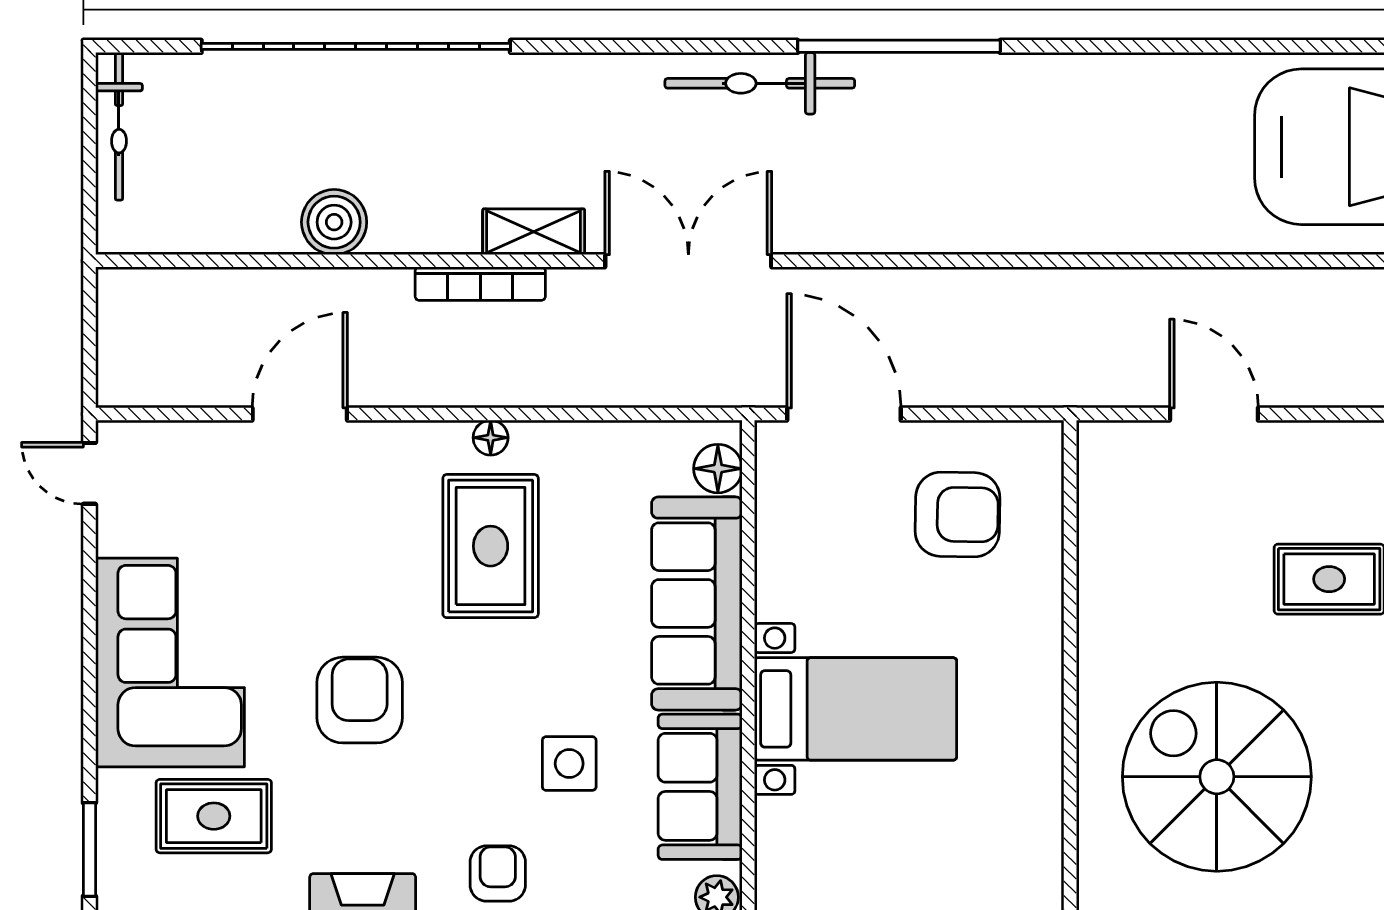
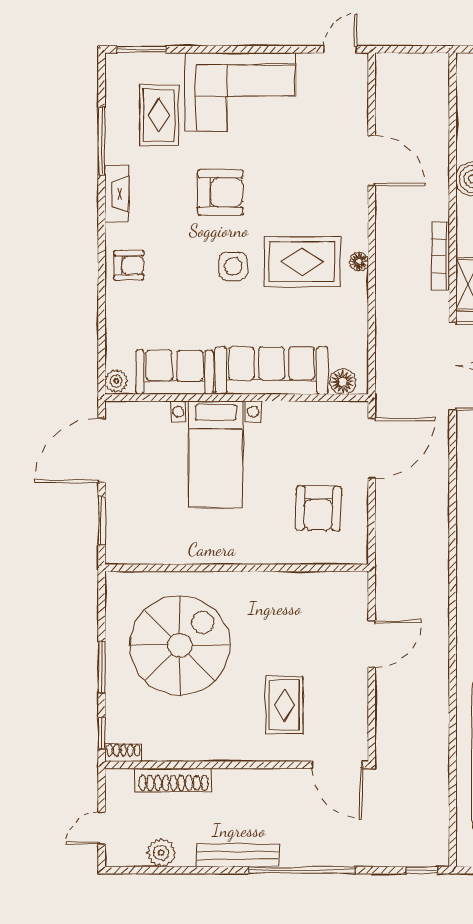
side table: (569, 764) -> (233, 266), moved

